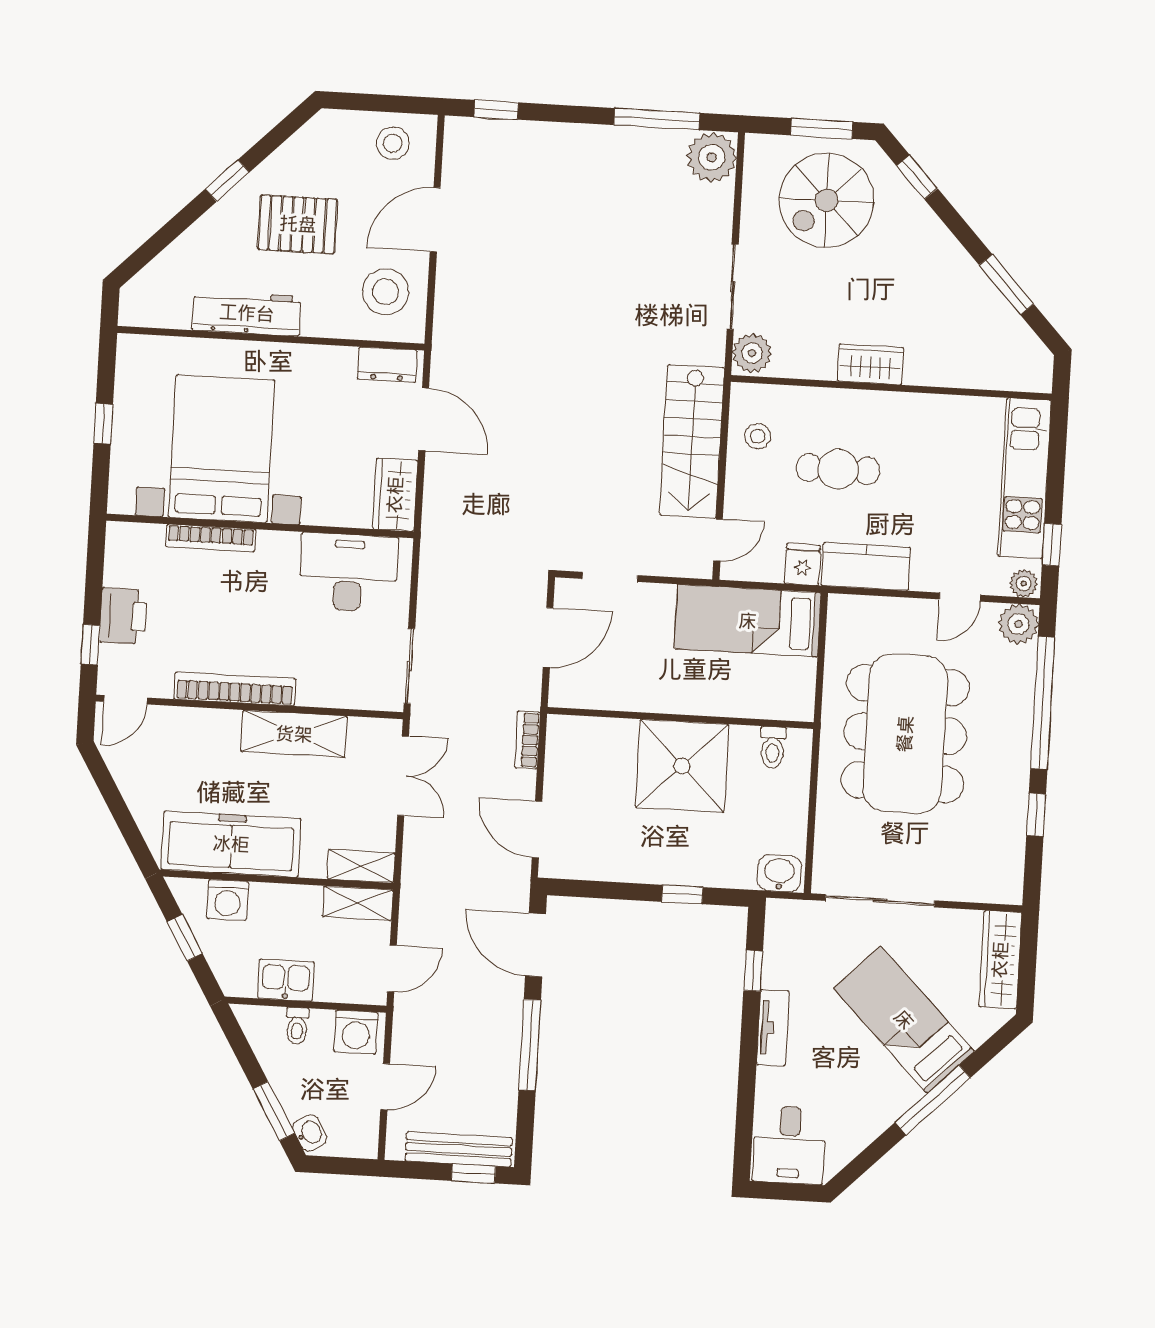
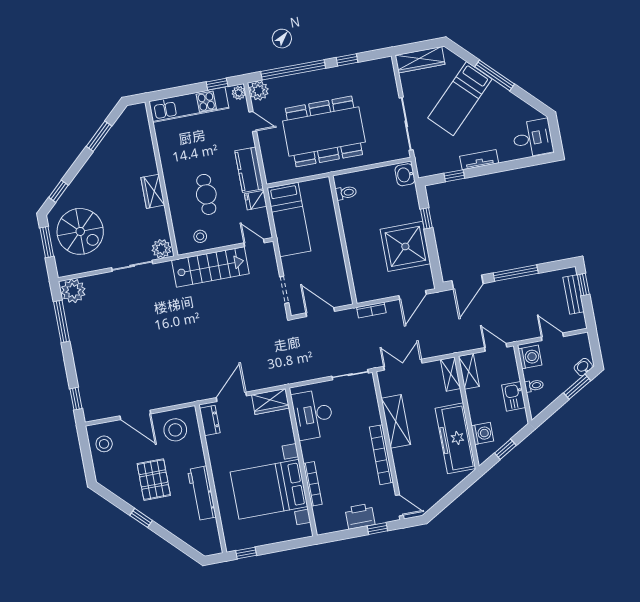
window: (103, 424) -> (246, 553), moved
shower: (682, 766) -> (405, 246), moved
bench: (459, 1149) -> (574, 294), width x0.73

